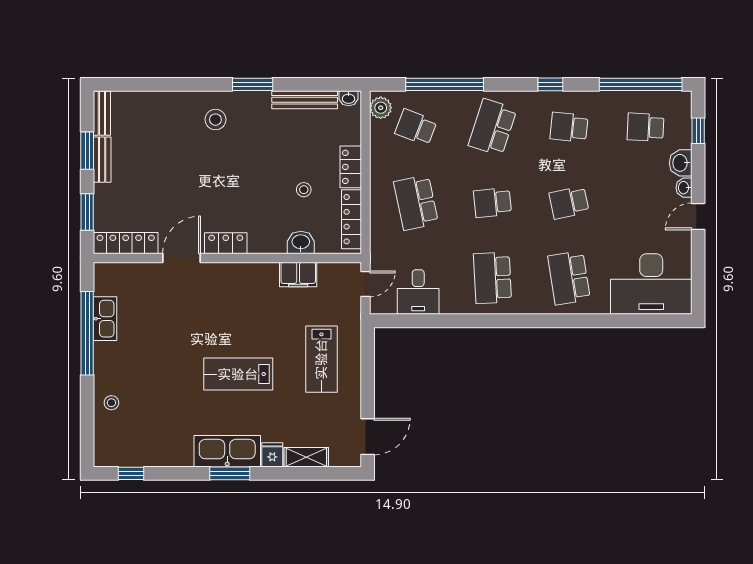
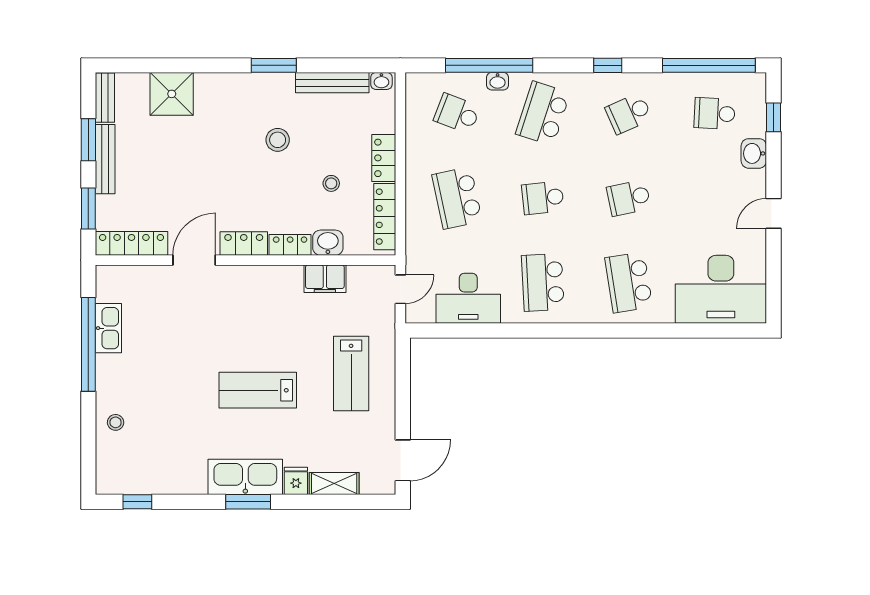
plant: (381, 108) -> (417, 92), removed
shower: (162, 110) -> (172, 94), added
stool: (215, 120) -> (278, 140), moved
school desk: (569, 127) -> (629, 113), turned -30
bench: (102, 160) -> (105, 159), width x1.36
washbasin: (684, 188) -> (498, 81), moved, turned -90
locker: (267, 244) -> (290, 245), added
desk: (418, 292) -> (468, 298), width x1.37

